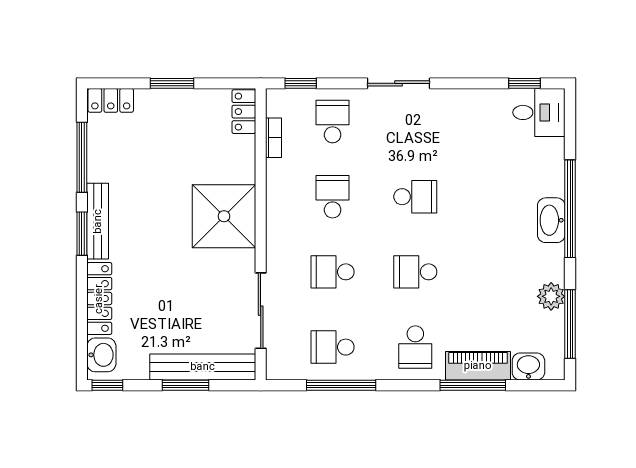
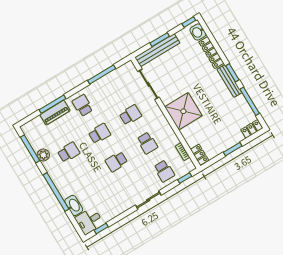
washbasin: (551, 220) -> (74, 205), moved
school desk: (333, 347) -> (69, 152), moved
washbasin: (528, 367) -> (36, 124), removed

